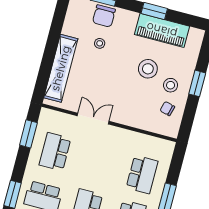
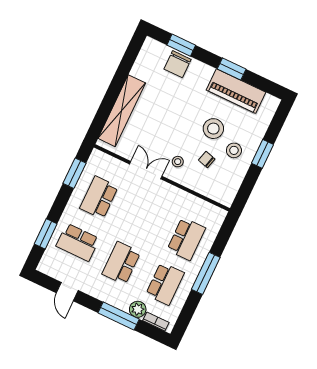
stool: (100, 43) -> (178, 162), moved
chair: (167, 109) -> (207, 159), moved

